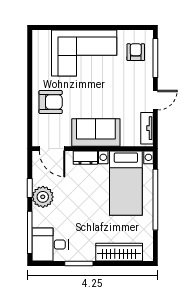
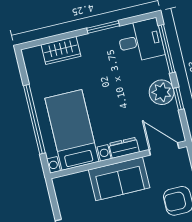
tv unit: (147, 128) -> (63, 197), removed
wardrobe: (119, 252) -> (61, 50), width x0.67

